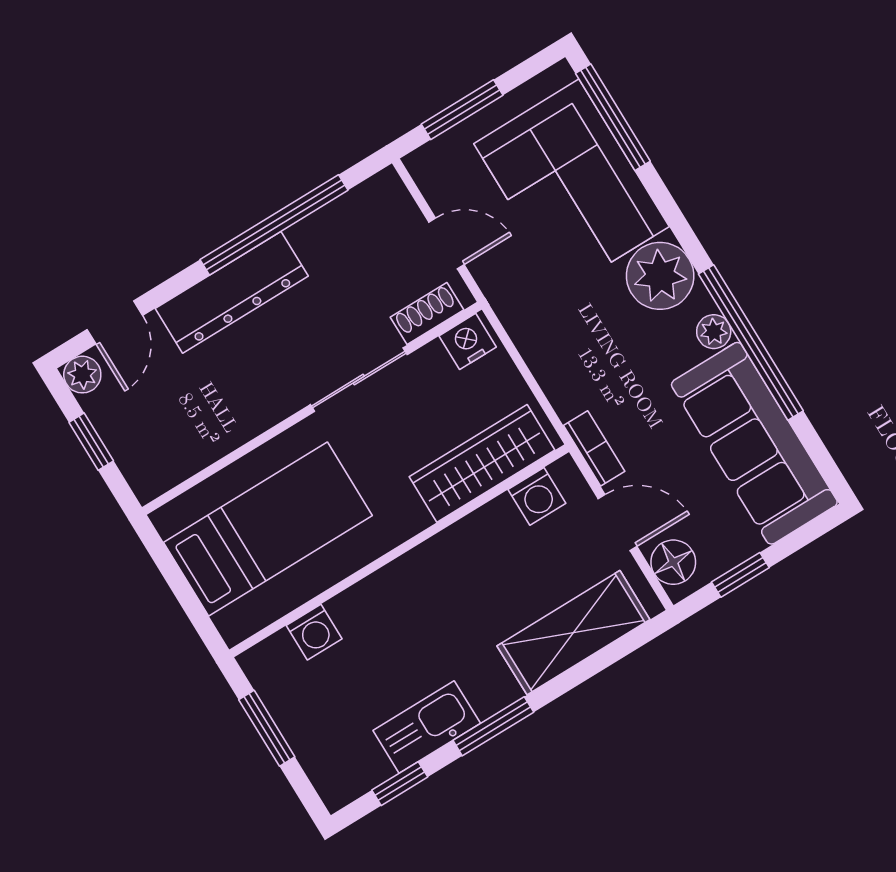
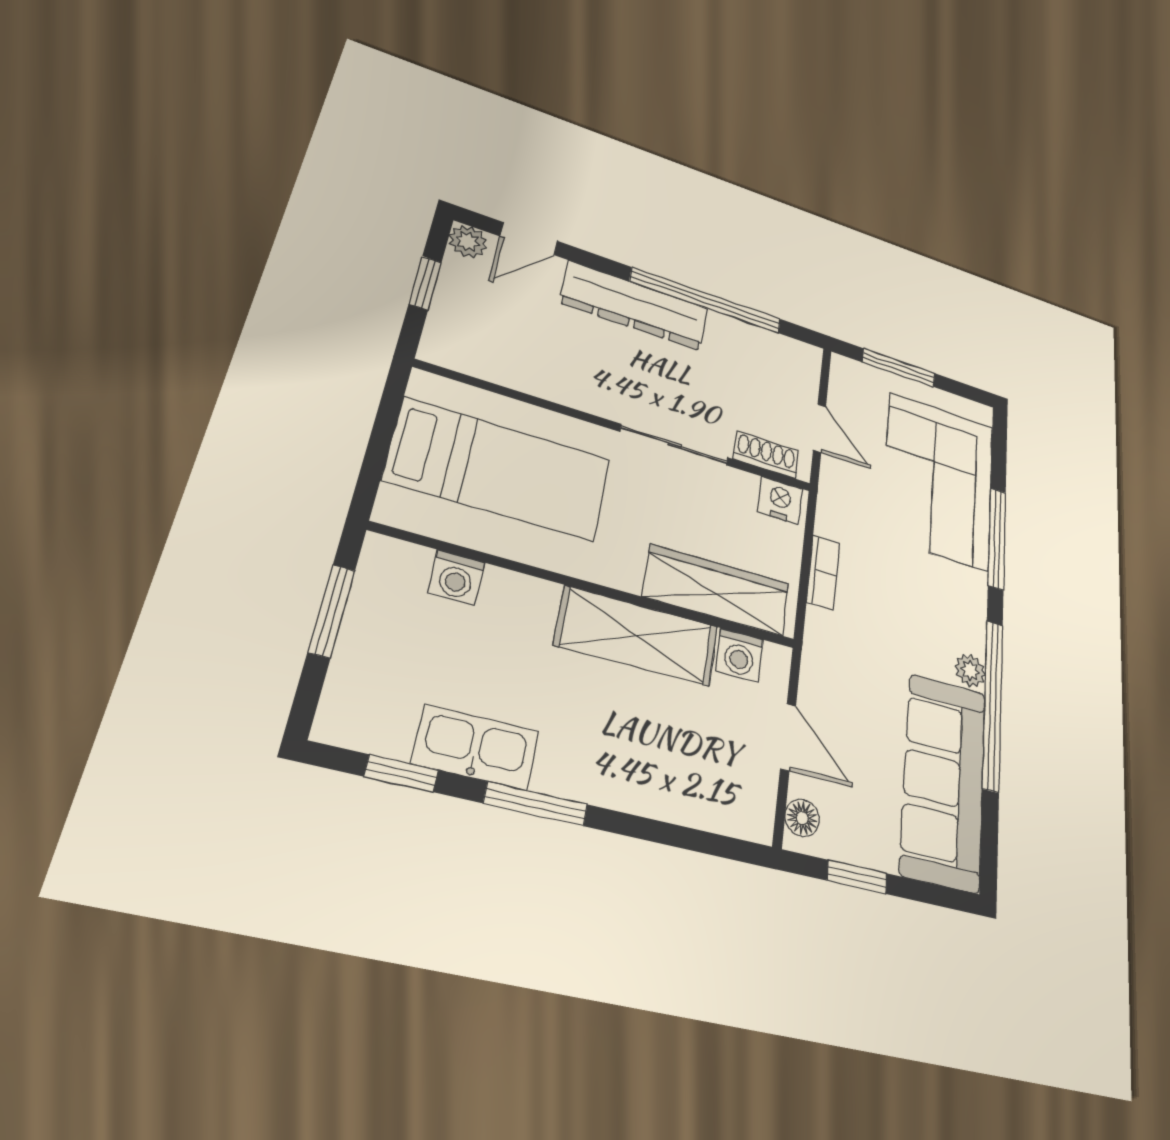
window: (613, 117) -> (997, 538), moved
plant: (660, 276) -> (958, 596), removed
bookcase: (594, 448) -> (823, 572), moved
floor lamp: (673, 562) -> (802, 818), width x0.73, depth x0.73
shelving: (573, 633) -> (637, 636), moved

